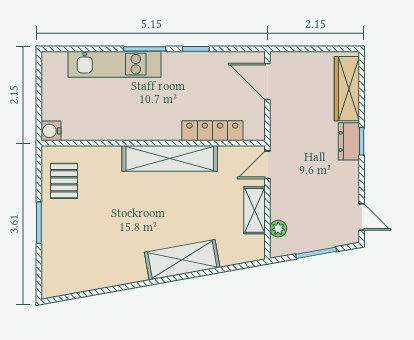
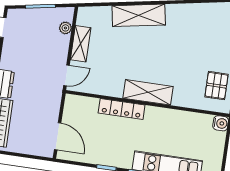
locker: (212, 131) -> (122, 109), moved
shelving: (170, 158) -> (148, 92), width x0.68

